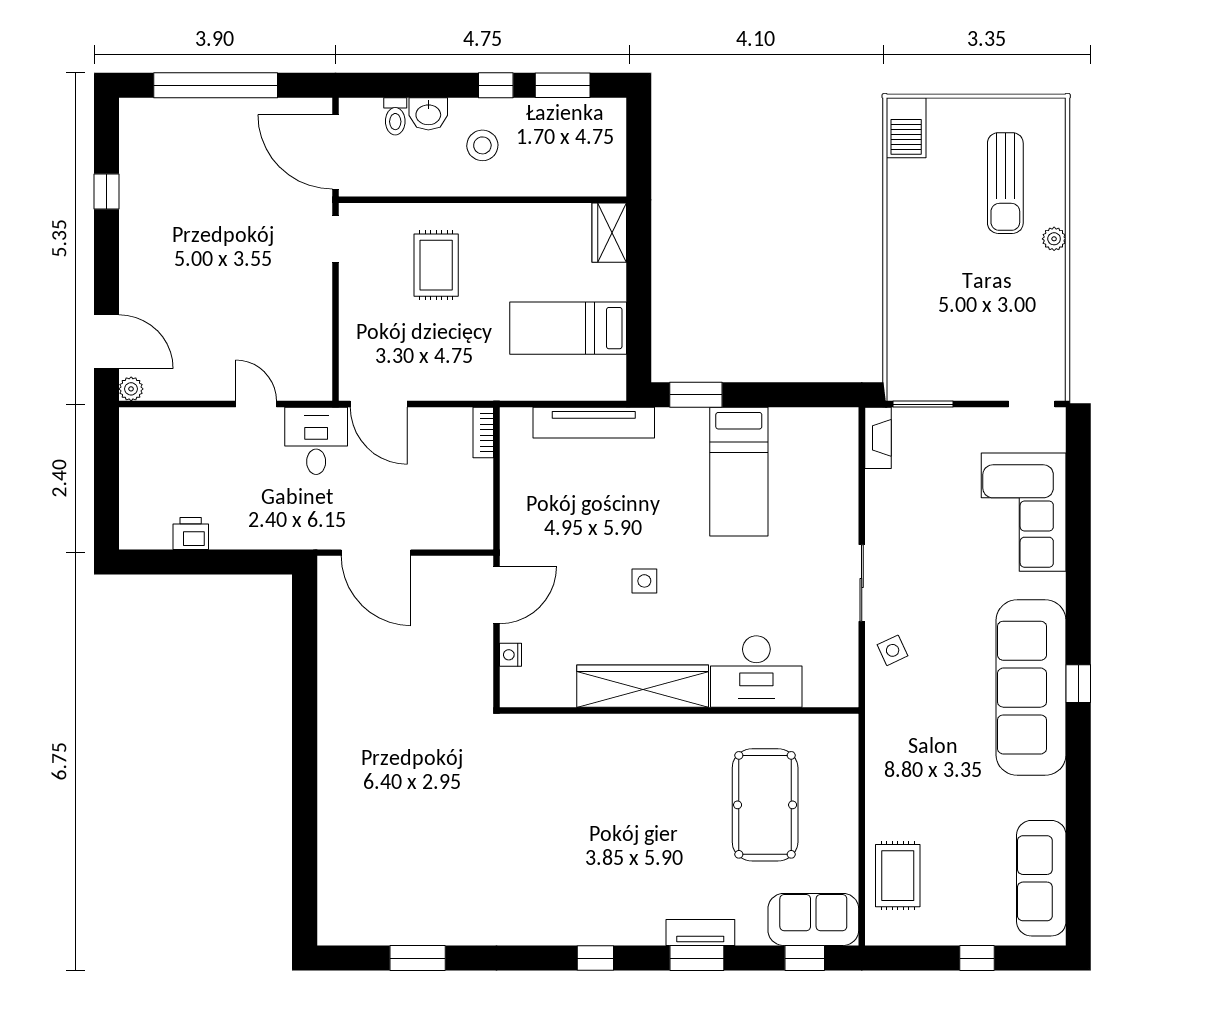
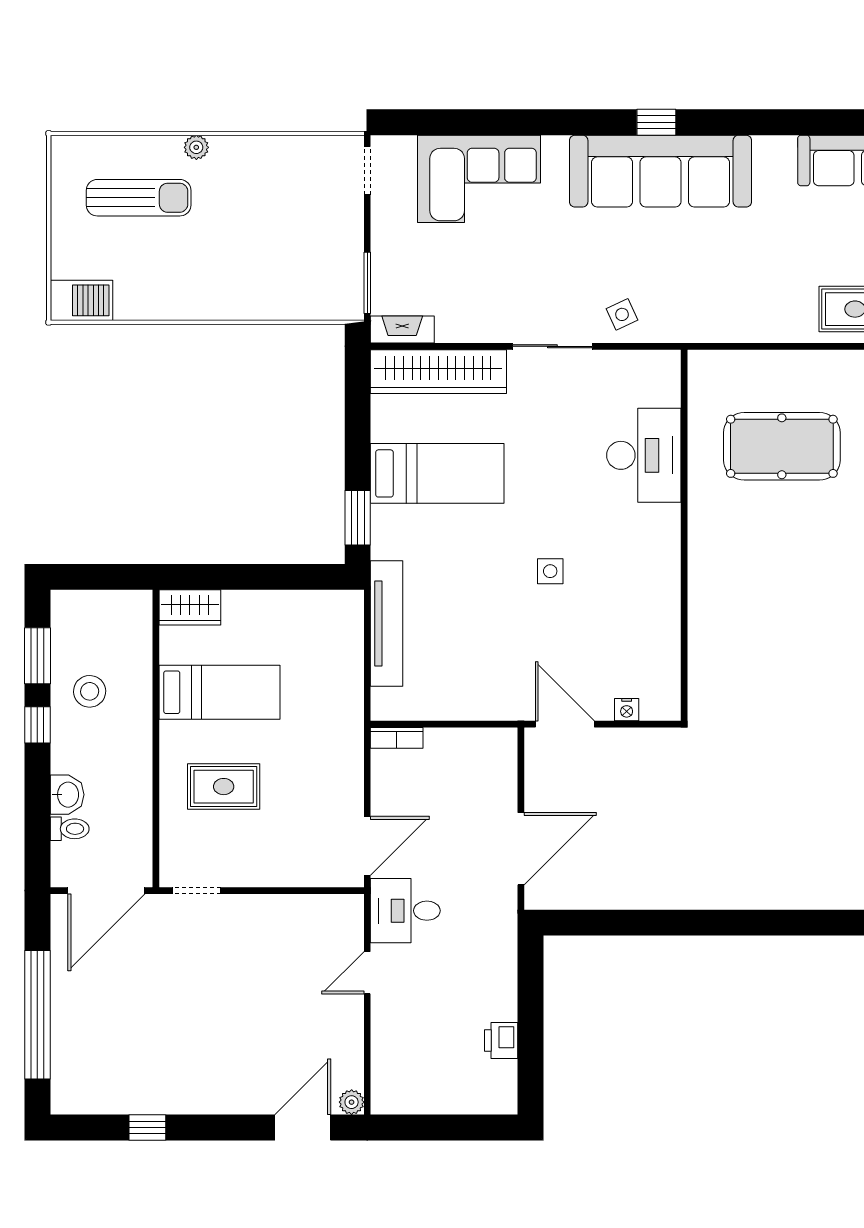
stool: (482, 145) -> (90, 691), moved
bed: (568, 328) -> (219, 692), moved, turned -90
wardrobe: (643, 686) -> (438, 372), moved, turned -90

